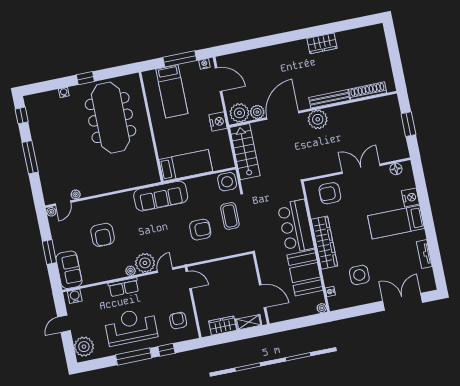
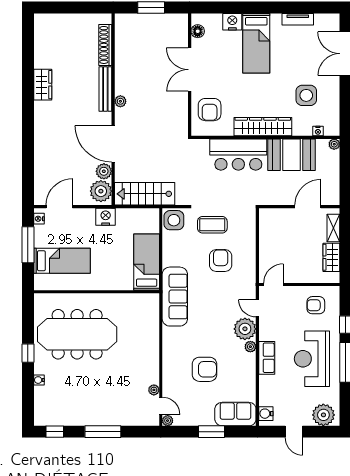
plant: (318, 119) -> (120, 101), width x0.53, depth x0.53

